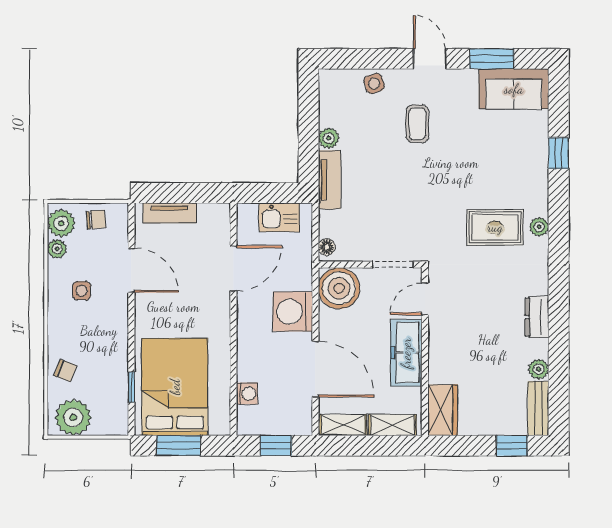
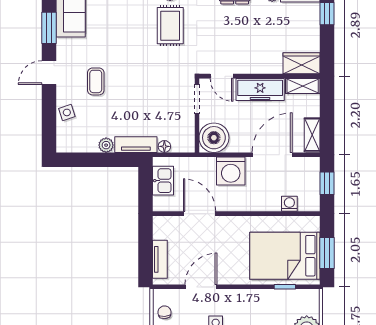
coffee table: (417, 124) -> (96, 81), turned 90
floor lamp: (327, 247) -> (164, 146), moved
shelving: (392, 425) -> (303, 86), moved, turned 90

